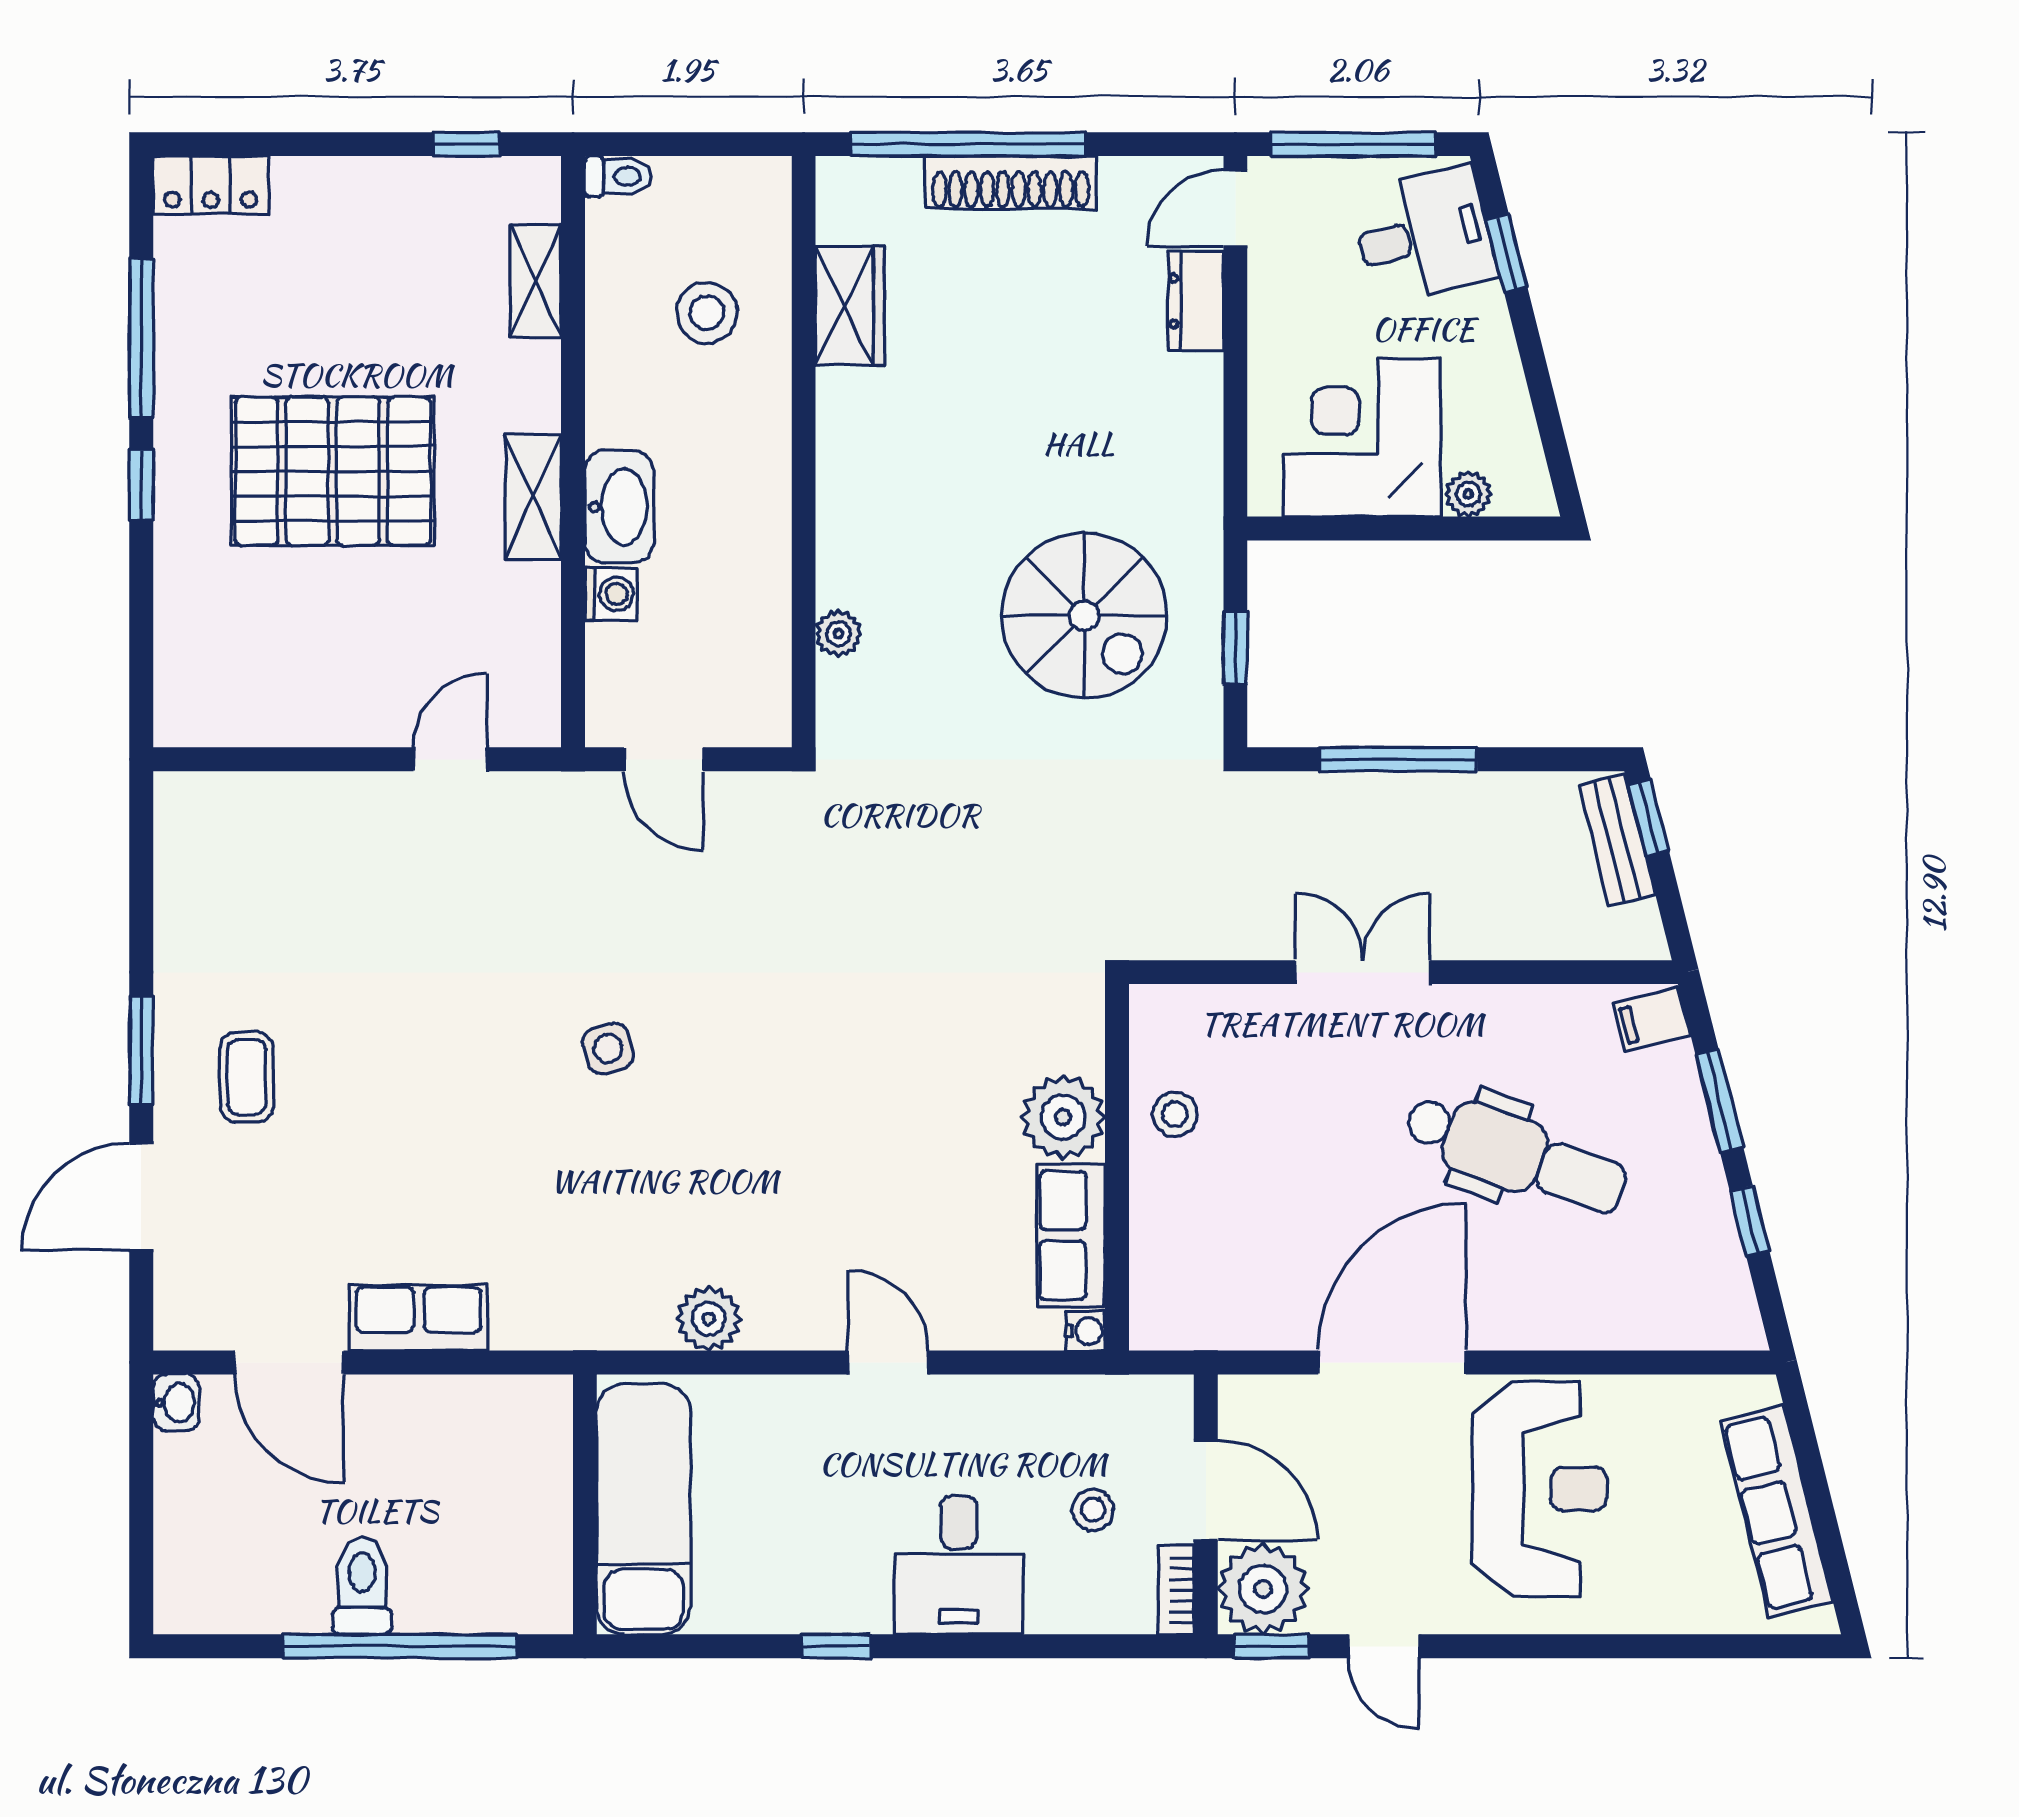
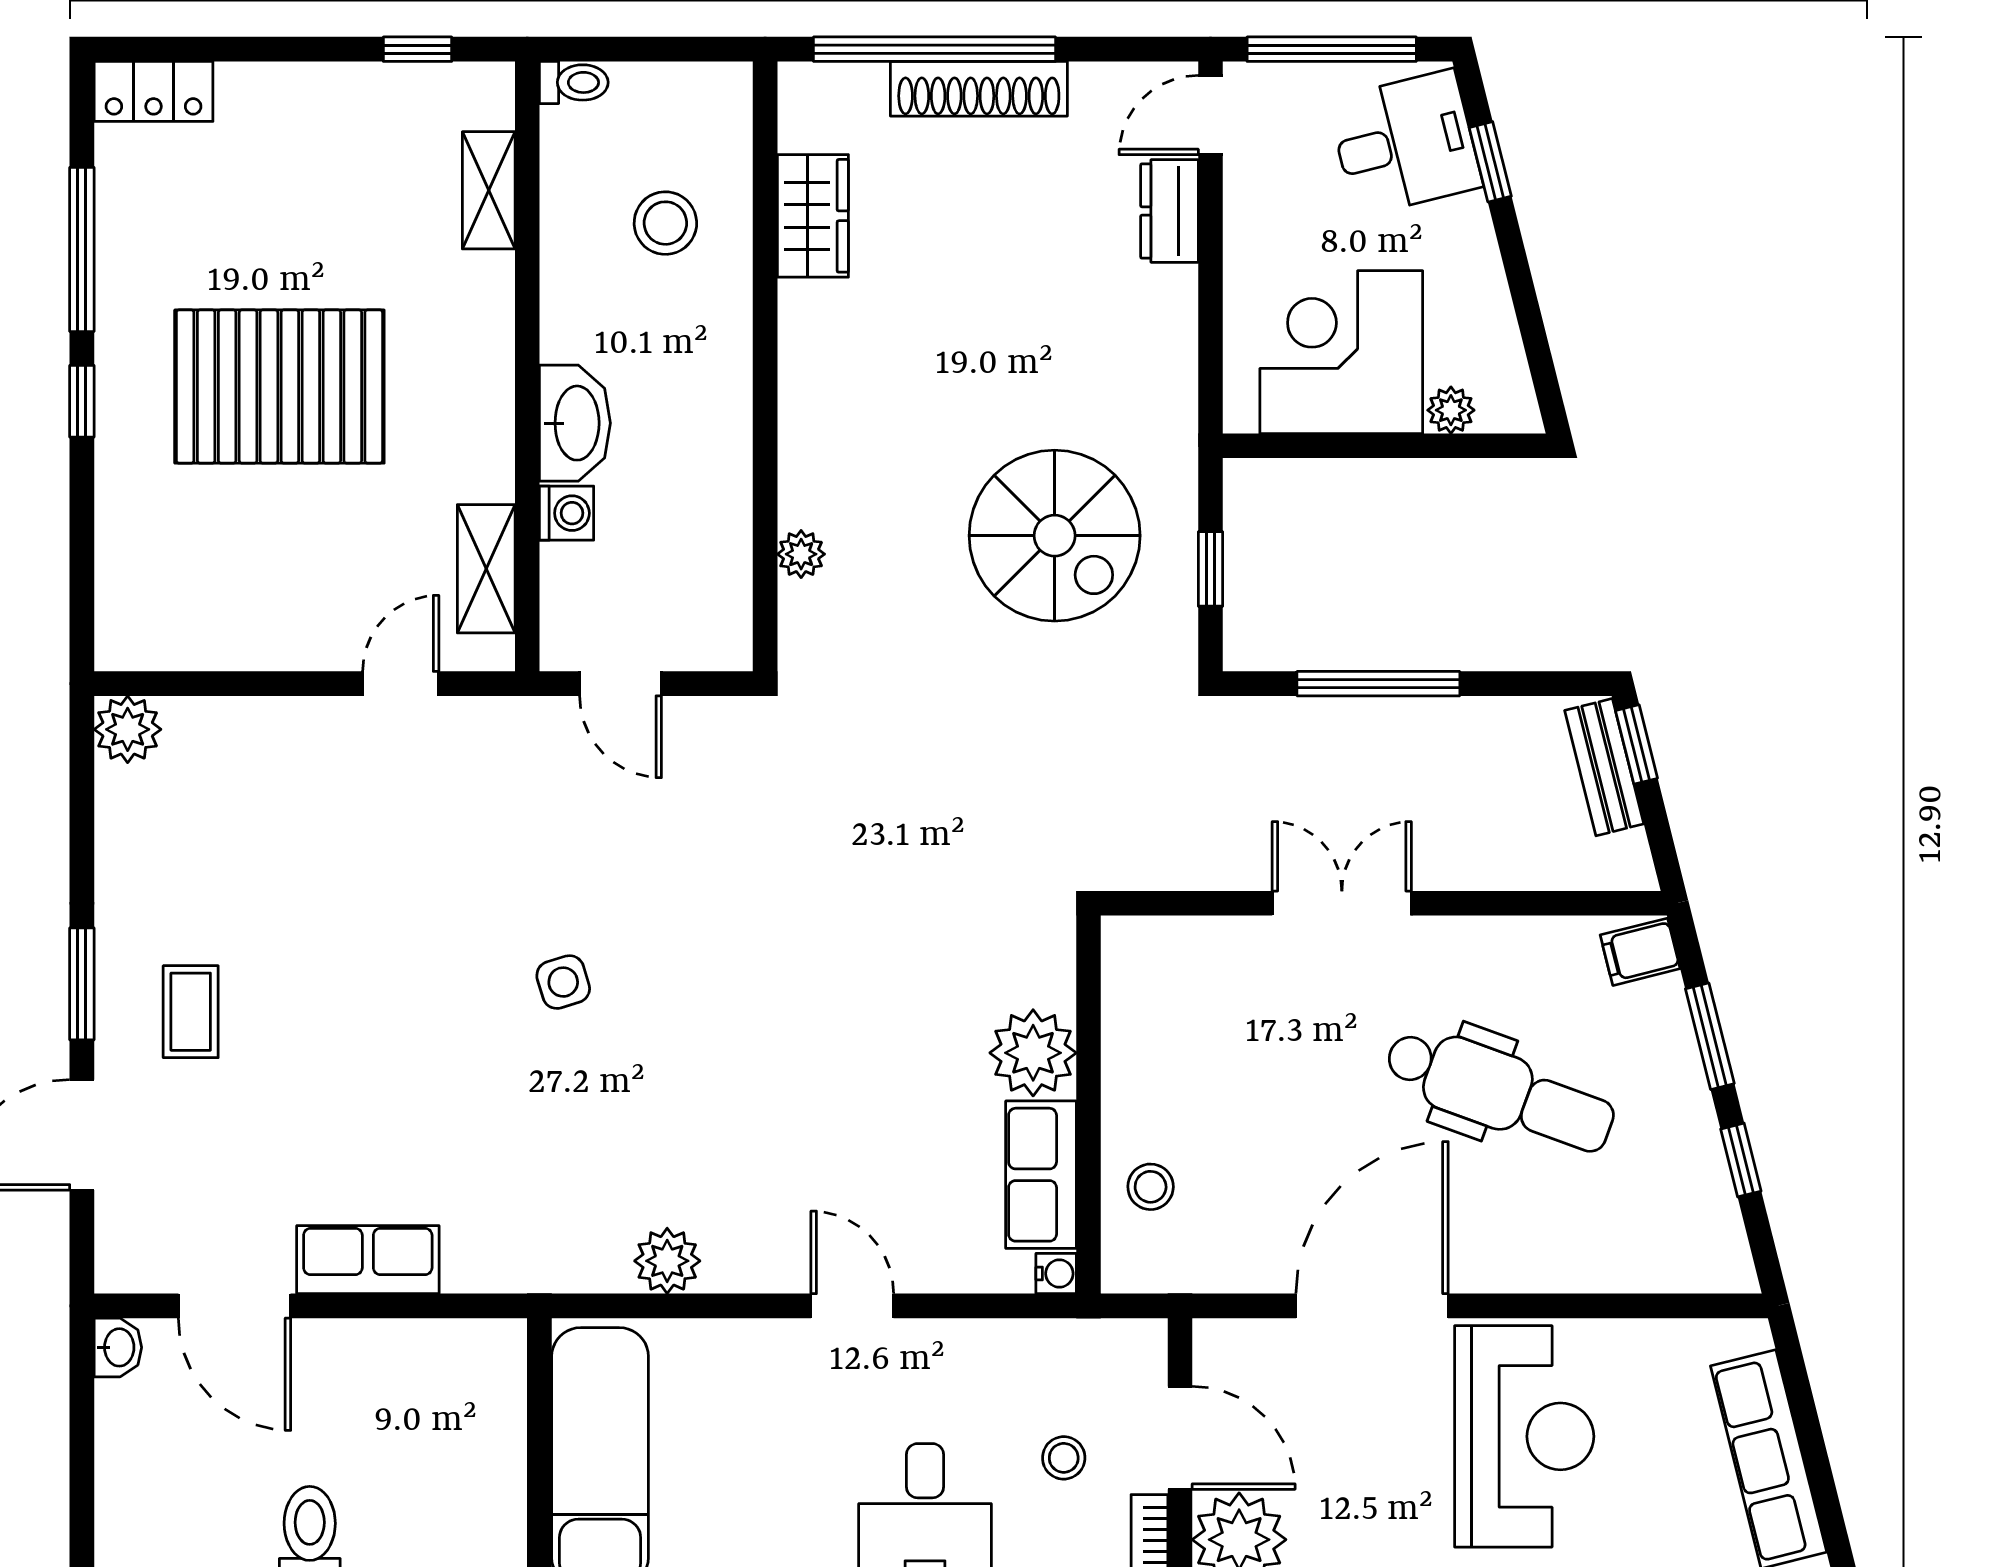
shelving: (533, 497) -> (486, 569), moved
plant: (186, 804) -> (128, 729), added
stool: (1175, 1114) -> (1151, 1187), moved

